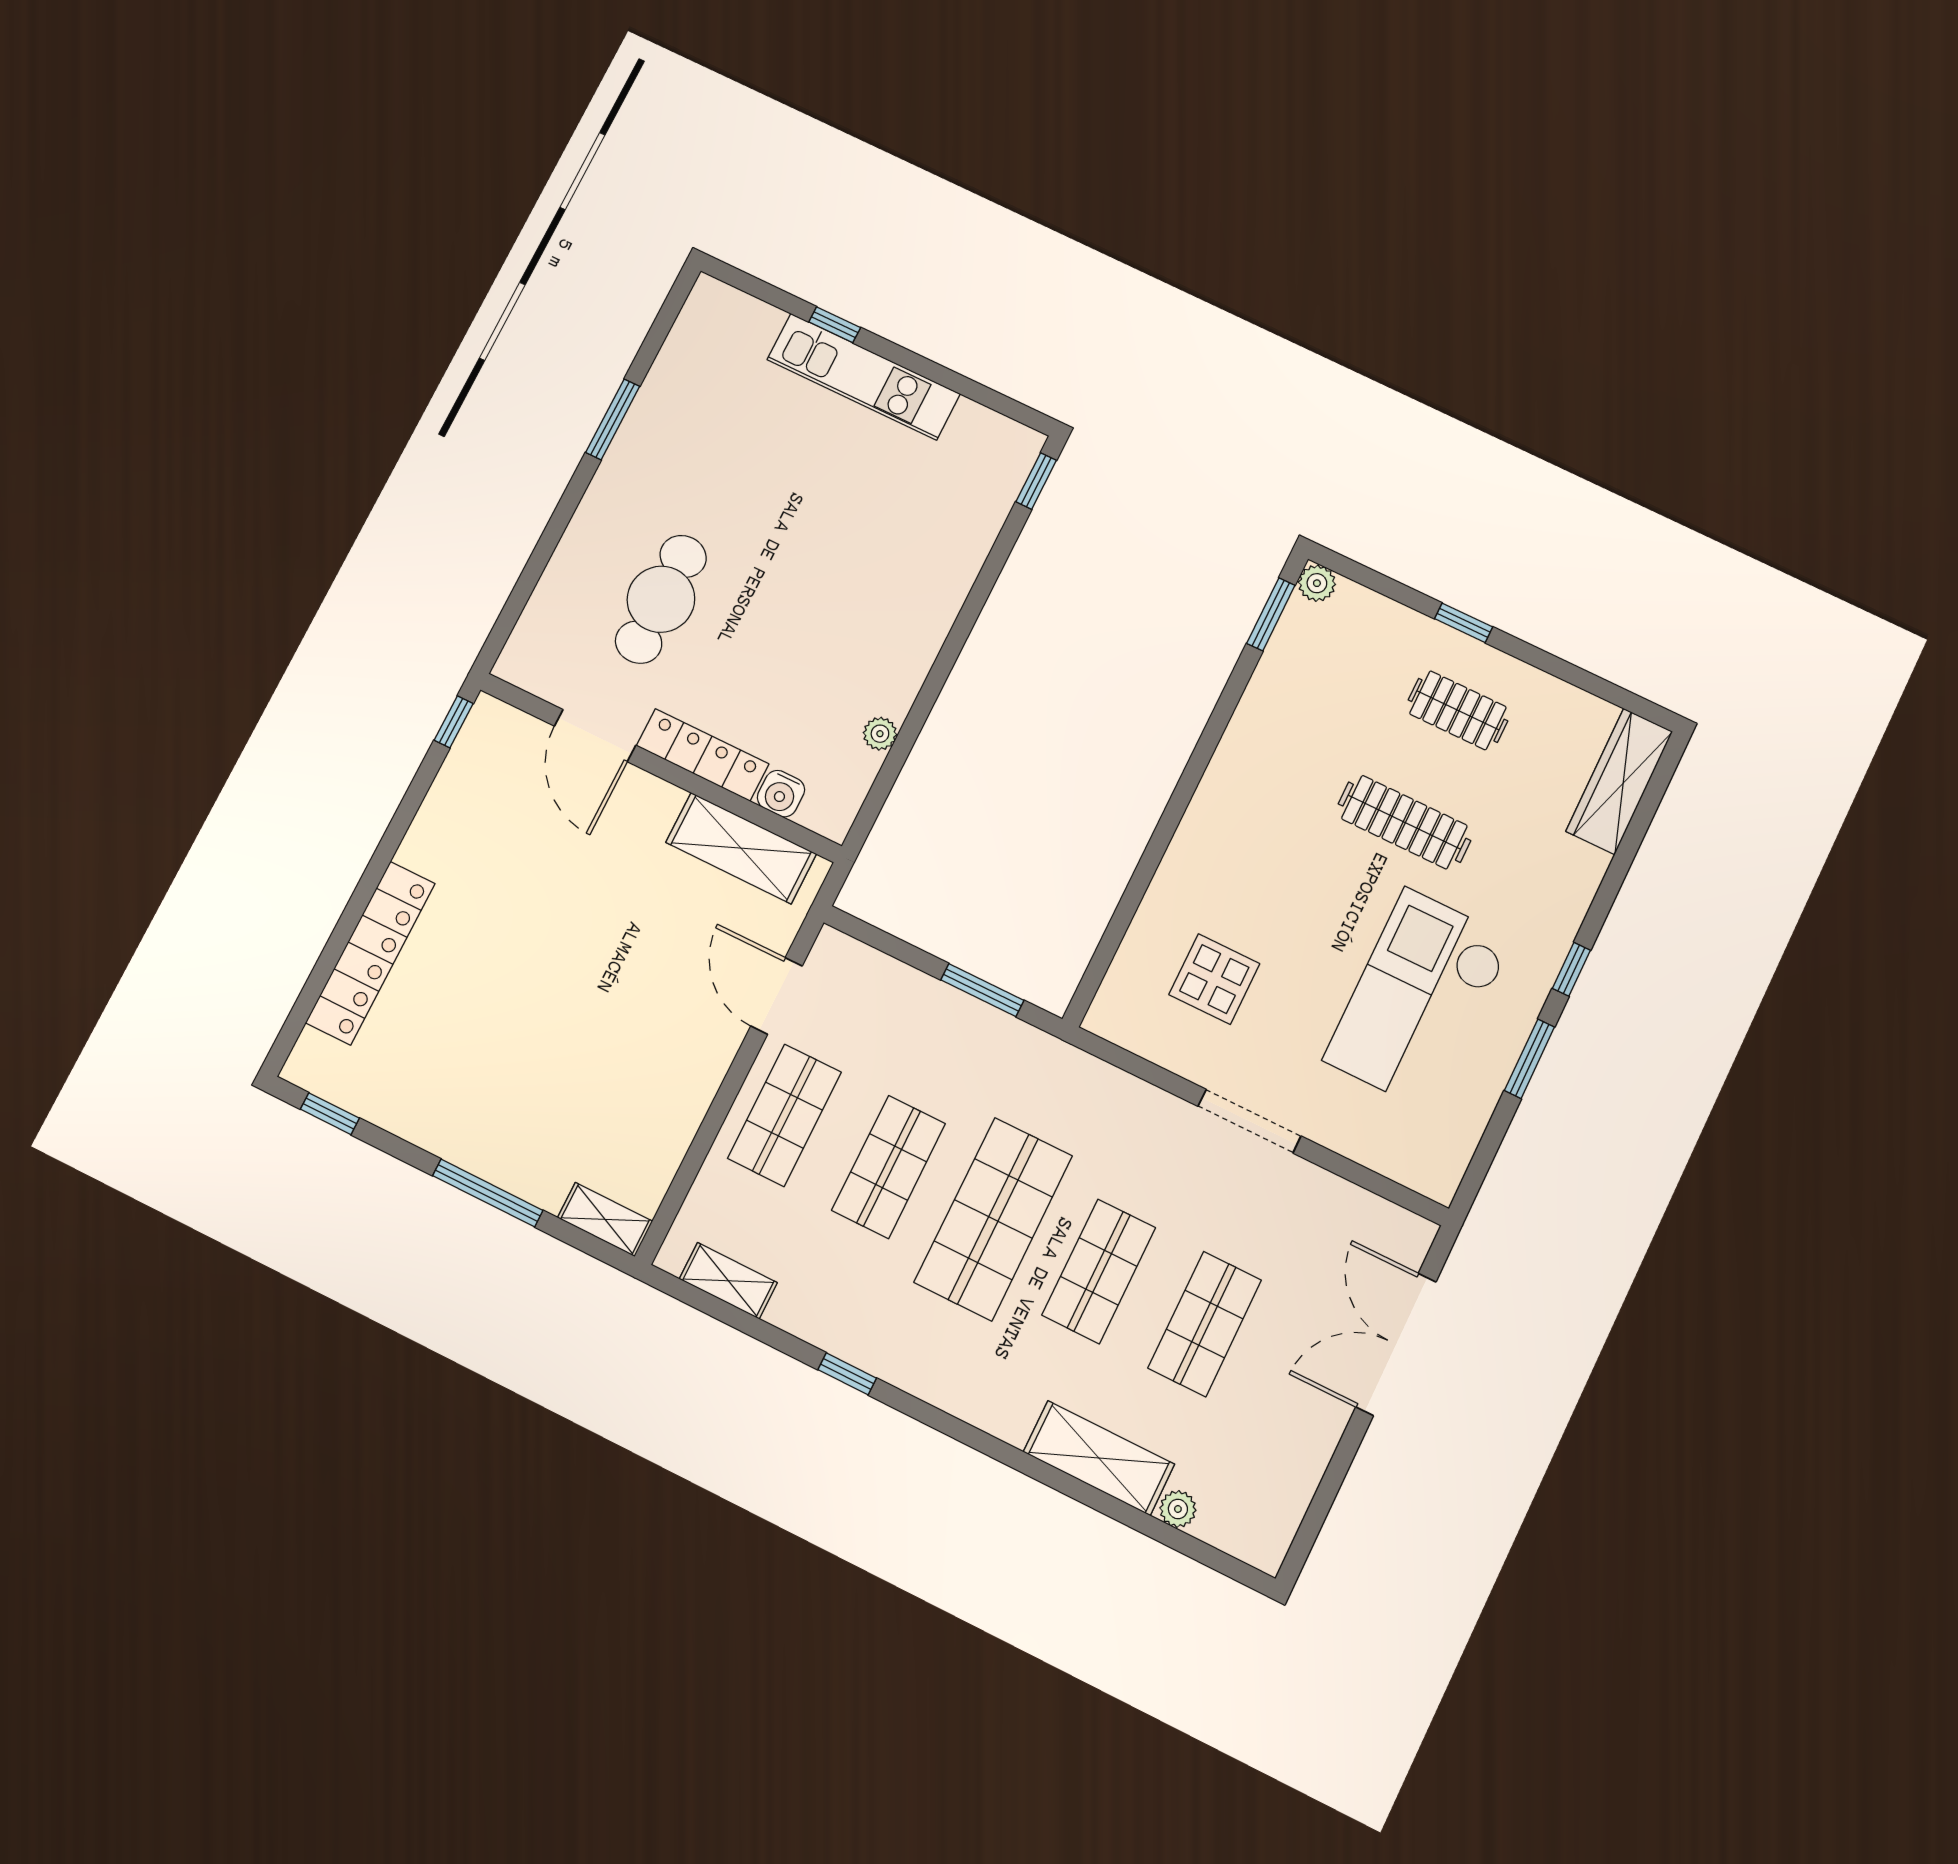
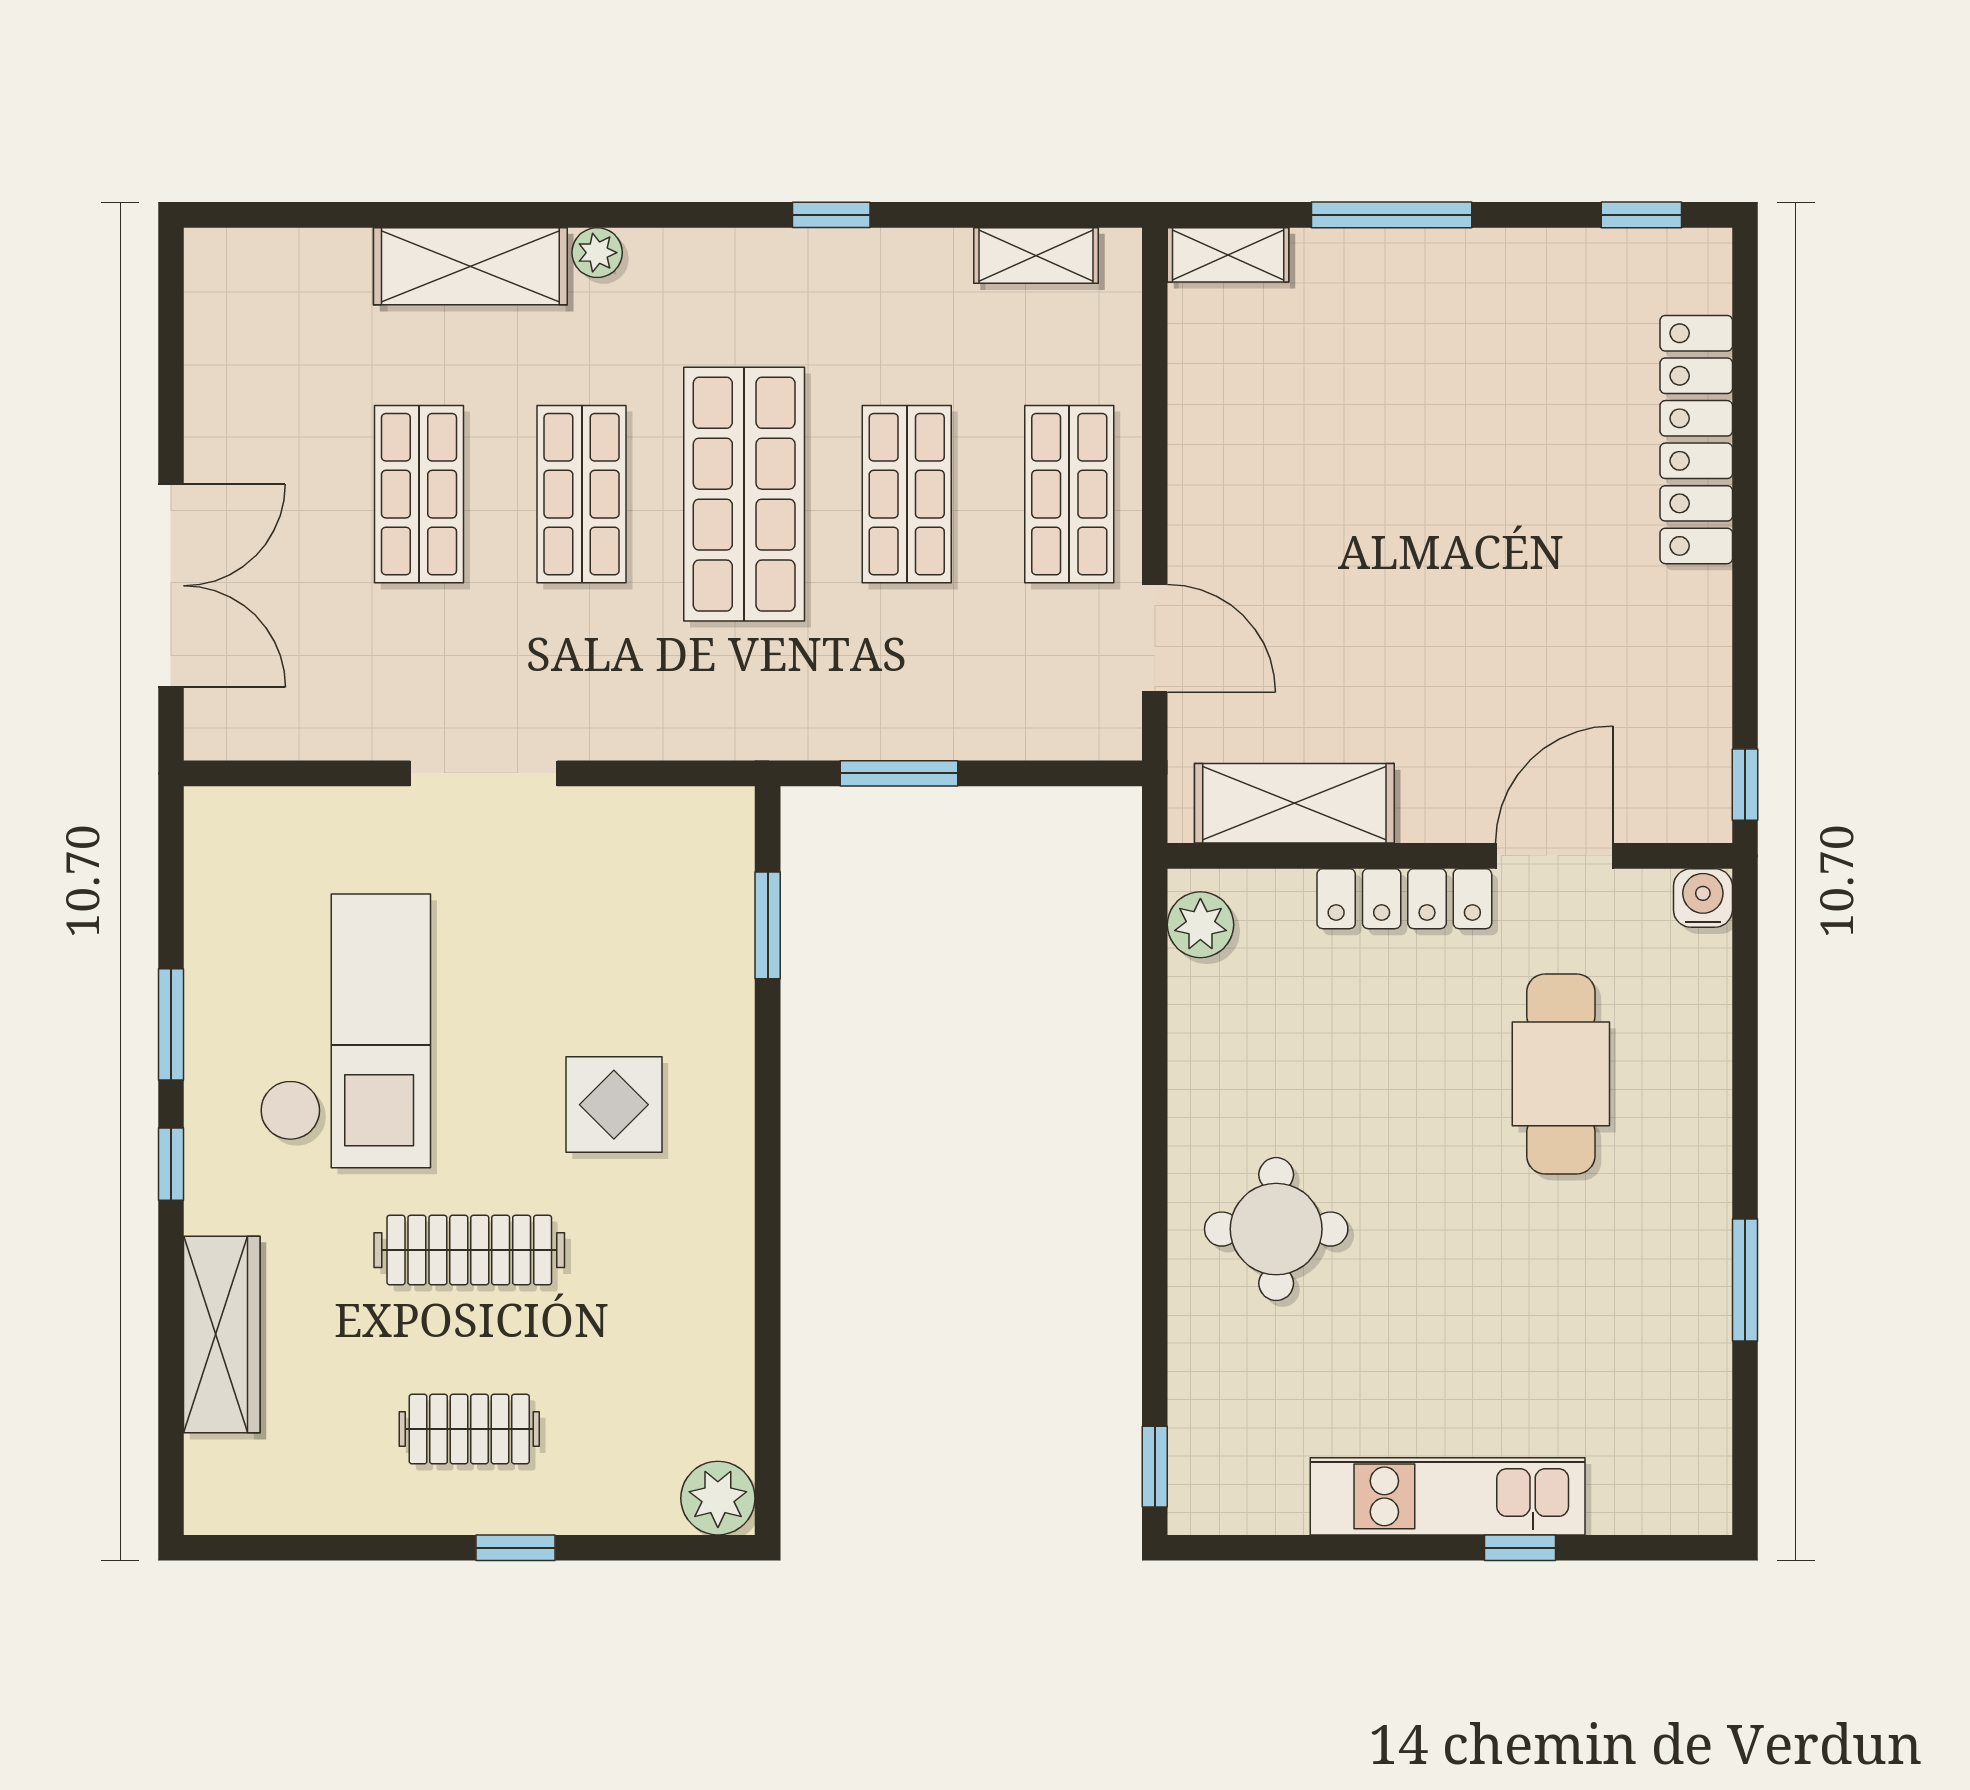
plant: (1317, 583) -> (718, 1498), width x1.38, depth x1.38
round table: (887, 590) -> (1276, 1229), added
window: (1271, 614) -> (768, 925), moved
plant: (880, 734) -> (1200, 925), moved, width x1.38, depth x1.38
door: (595, 736) -> (1554, 856), hinge flipped
wardrobe: (1619, 781) -> (222, 1335), moved
water cooler: (781, 794) -> (1703, 898), moved
display table: (1214, 979) -> (614, 1105), moved
plant: (1178, 1509) -> (597, 253), moved

